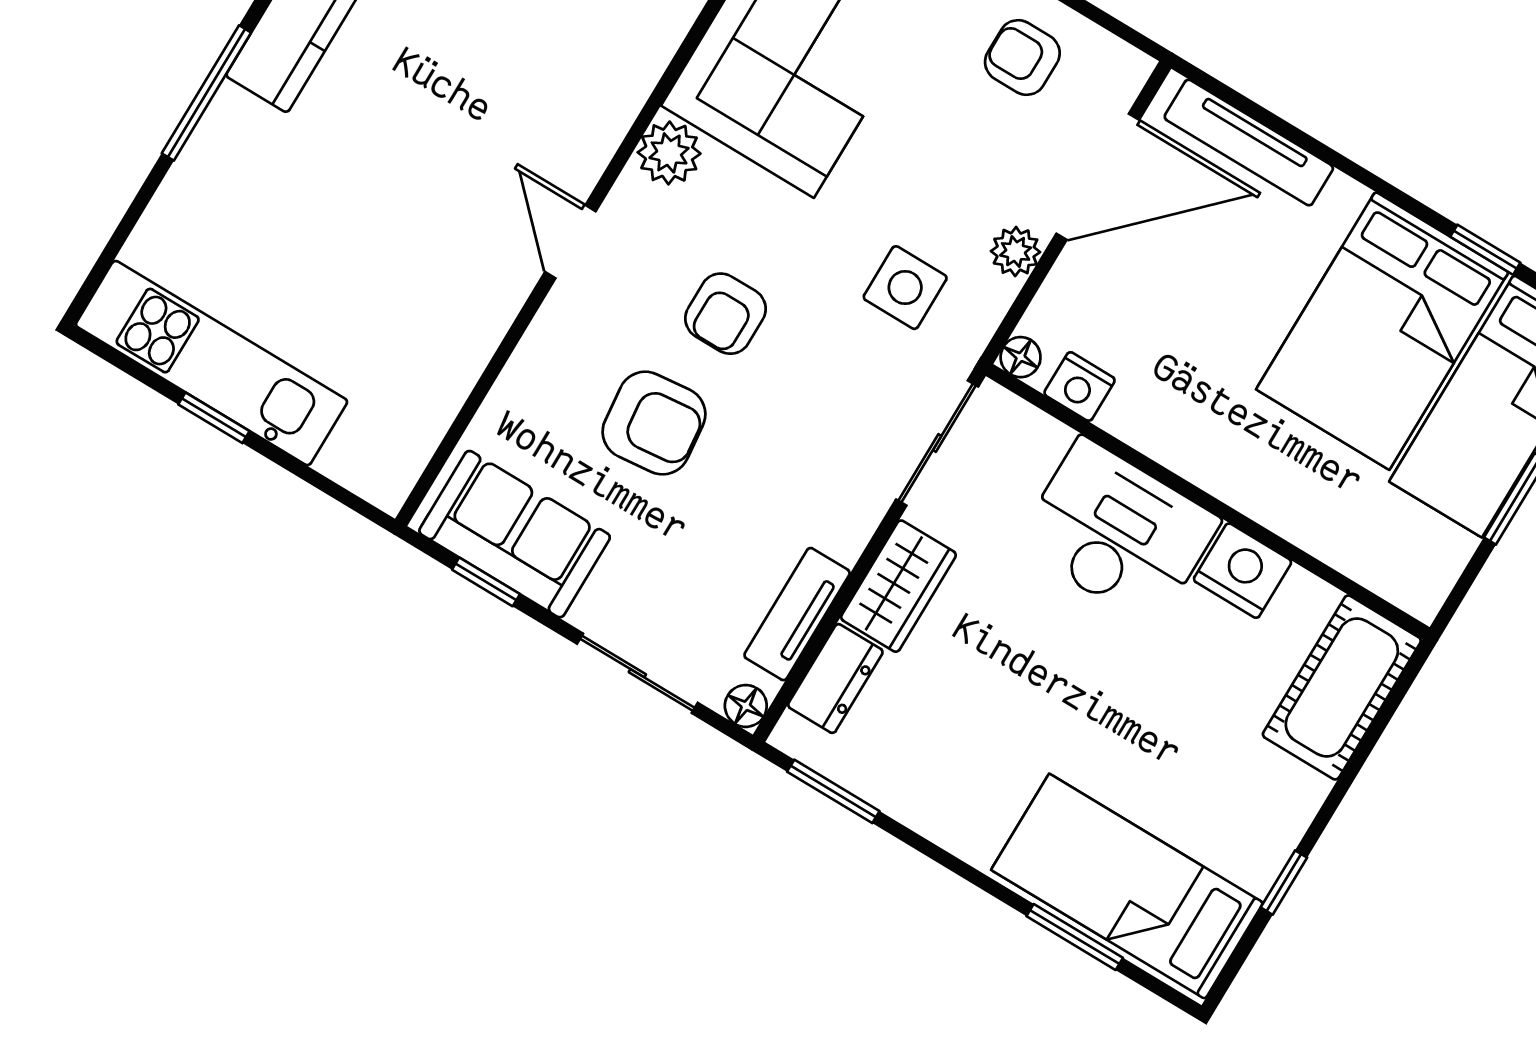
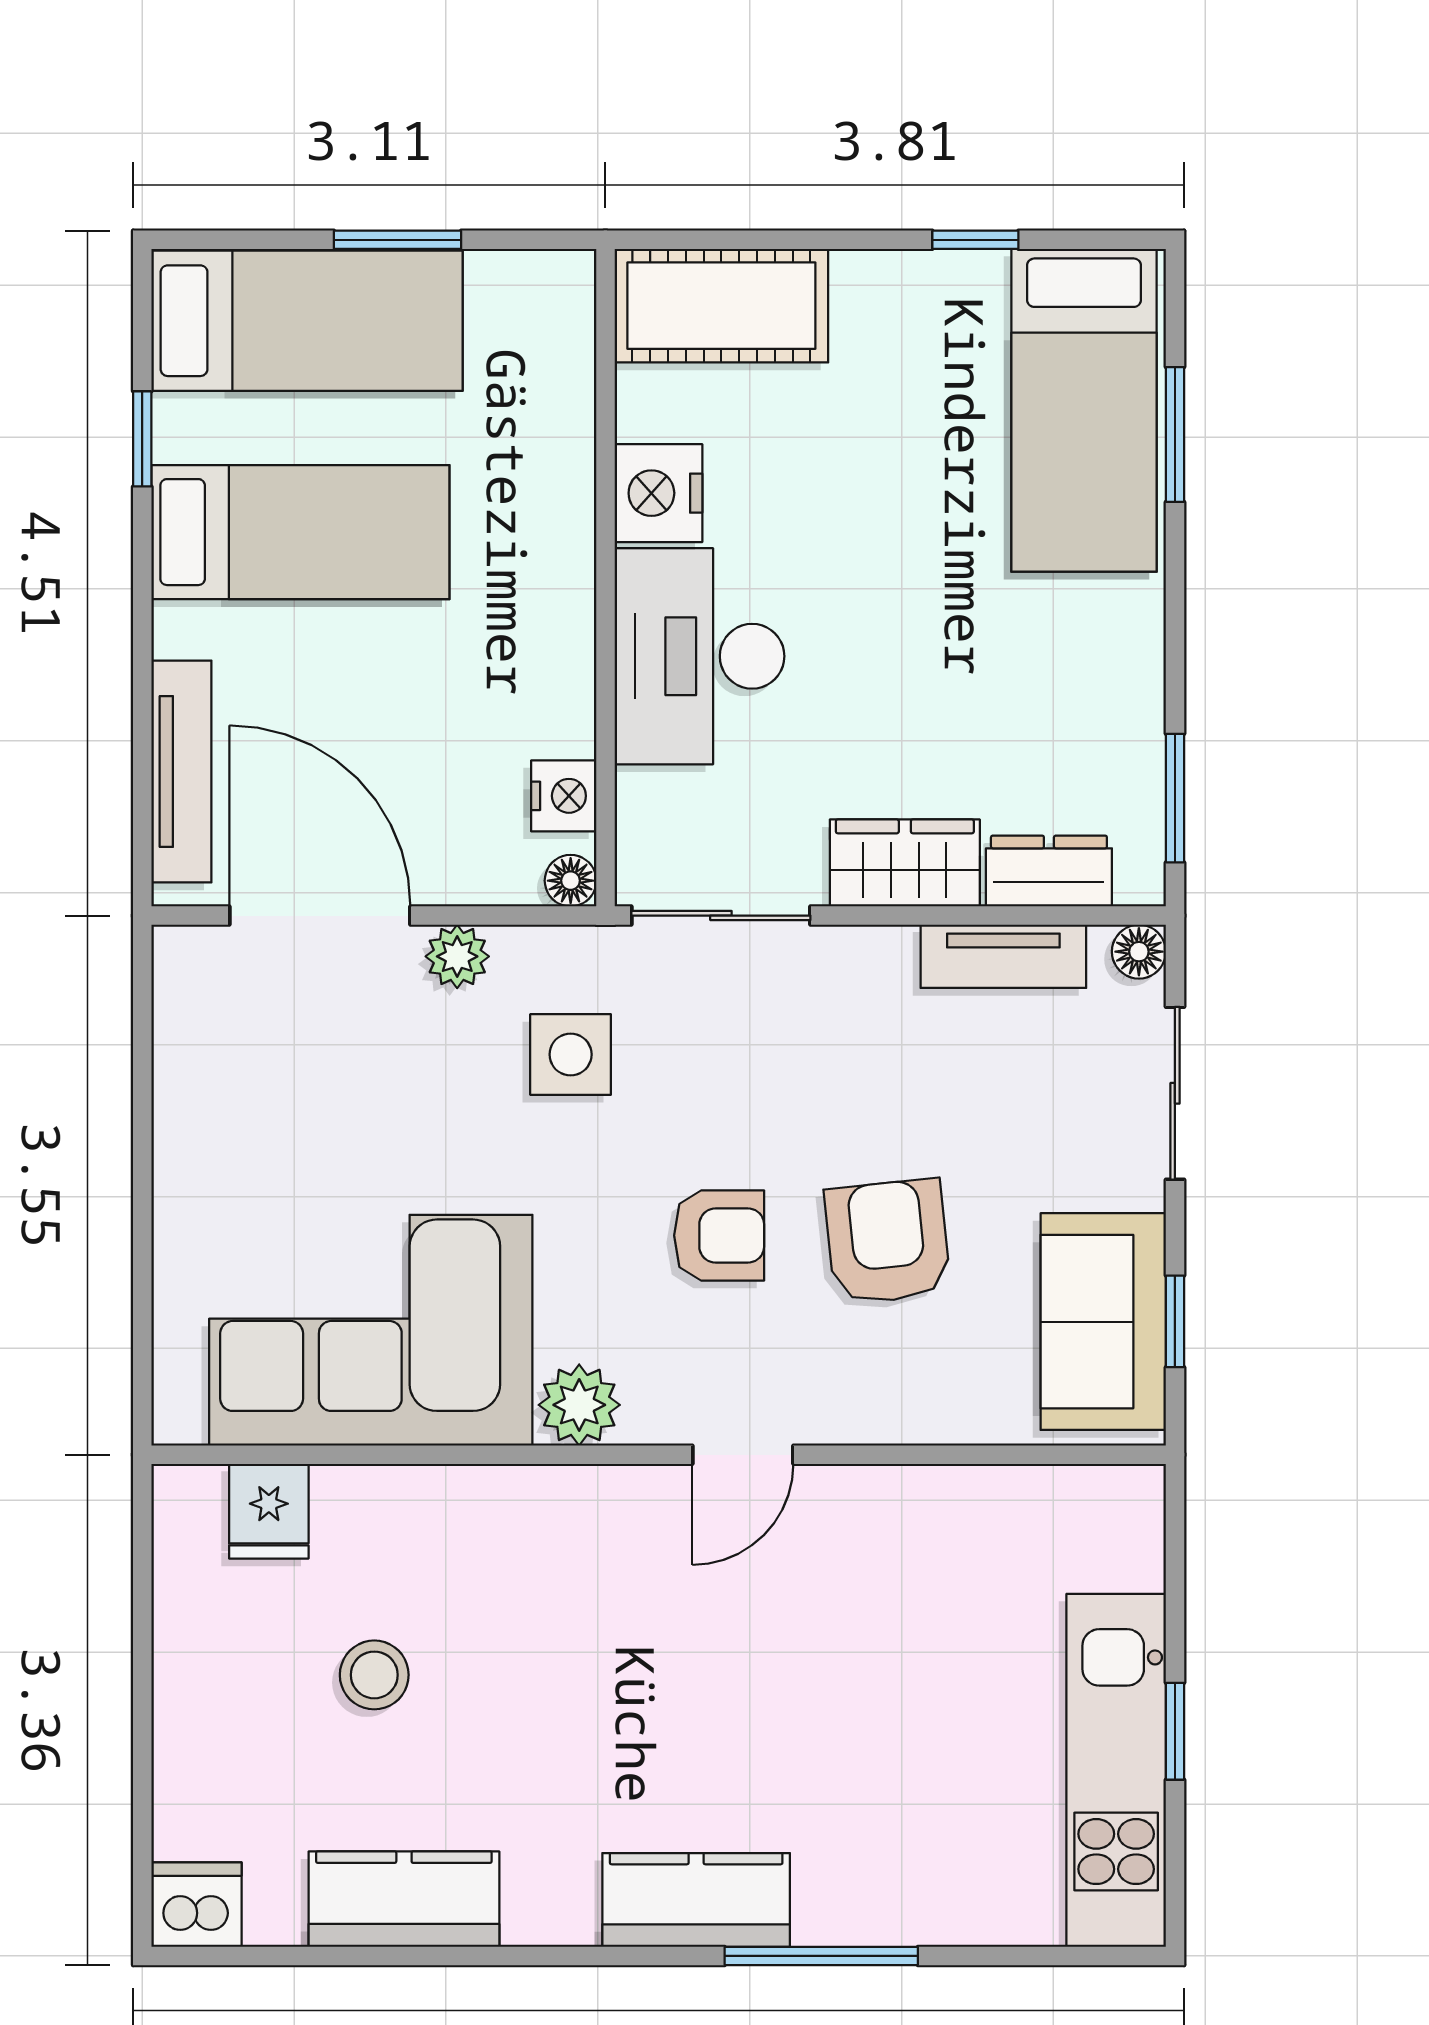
armchair: (1022, 58) -> (238, 1078), removed
bed: (1382, 331) -> (300, 532), width x0.67

